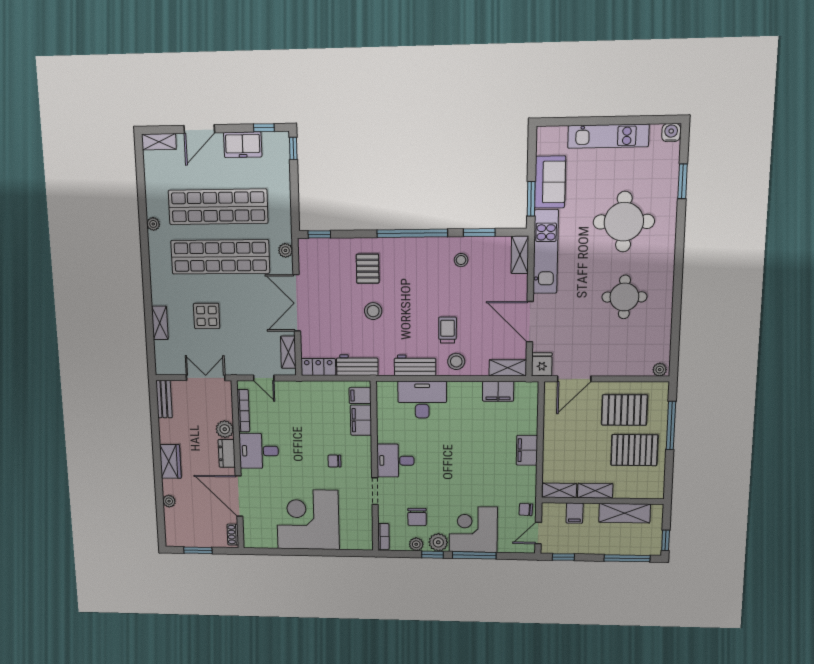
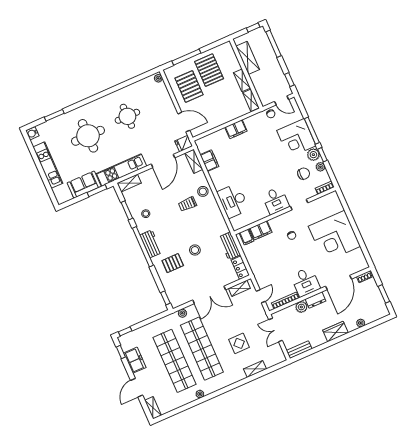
door: (199, 129) -> (137, 388), swing flipped
workbench: (415, 365) -> (151, 244), moved, turned 180
filing cabinet: (575, 513) -> (260, 86), removed

